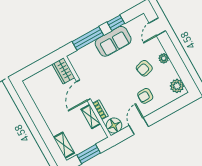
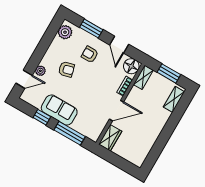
plant: (164, 58) -> (40, 71), moved
armchair: (145, 96) -> (90, 54), turned 180
window: (167, 110) -> (91, 28), added
shelving: (91, 117) -> (143, 77), moved
door: (139, 126) -> (119, 45), hinge flipped

